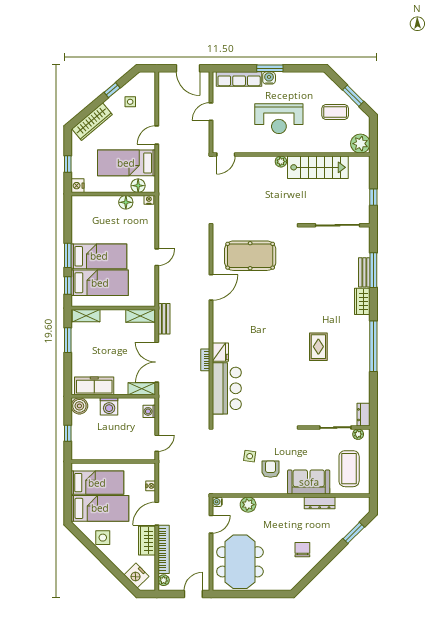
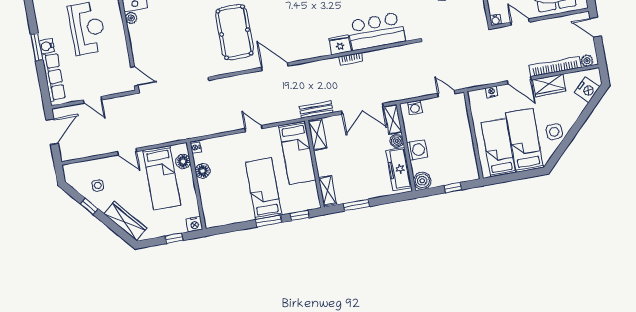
bed: (100, 283) -> (297, 153), moved, turned 180
boiler: (121, 389) -> (397, 141), added

